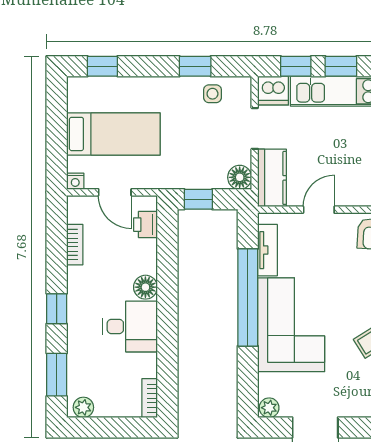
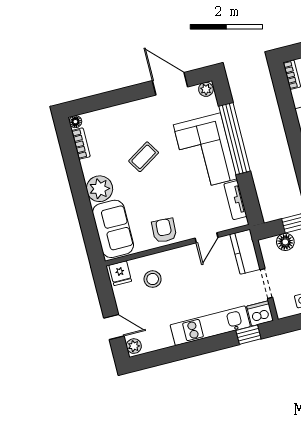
window: (341, 66) -> (217, 343), removed
floor lamp: (240, 177) -> (285, 242), moved
window: (248, 297) -> (234, 139), moved

